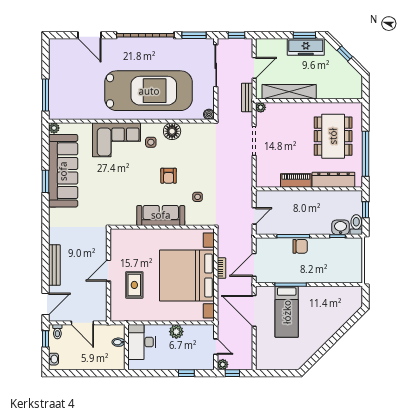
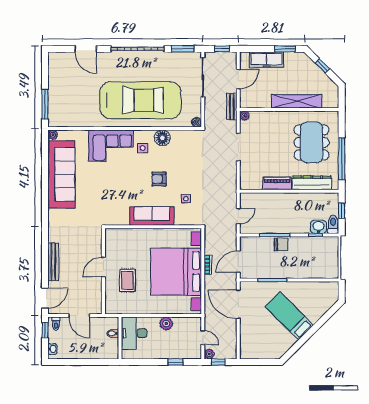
freezer: (306, 47) -> (267, 60), moved
shelving: (289, 92) -> (297, 101), moved
armchair: (169, 176) -> (159, 179), turned 90
window: (46, 181) -> (45, 184), removed
bed: (287, 312) -> (289, 316), moved, turned 135

